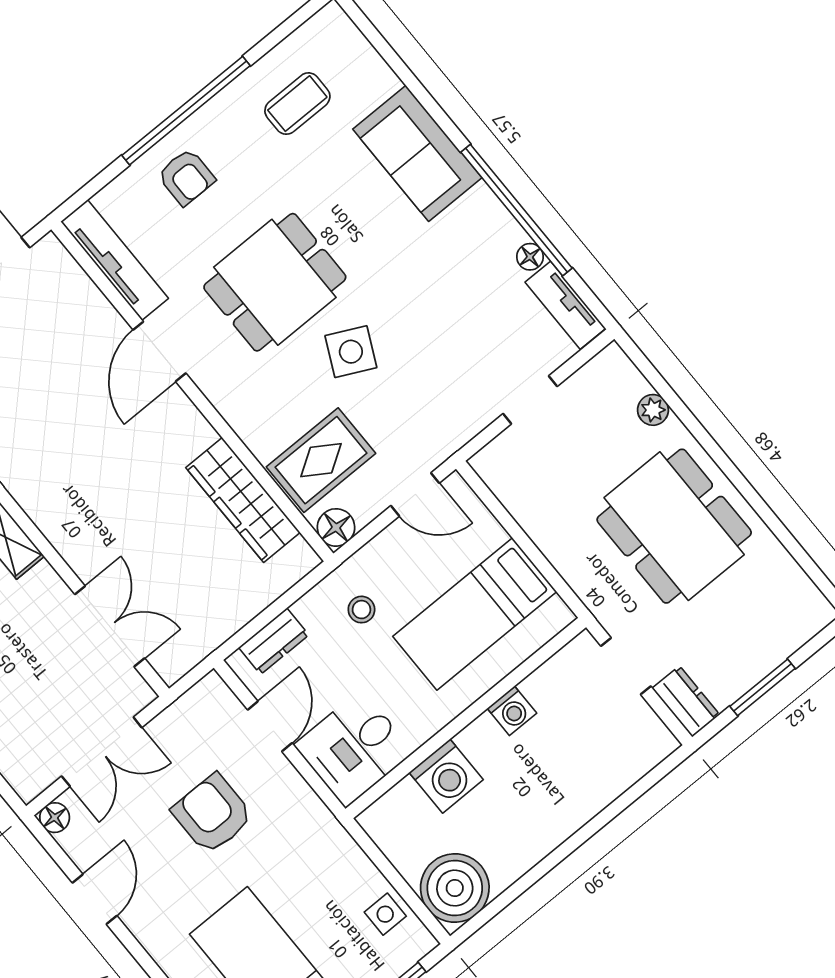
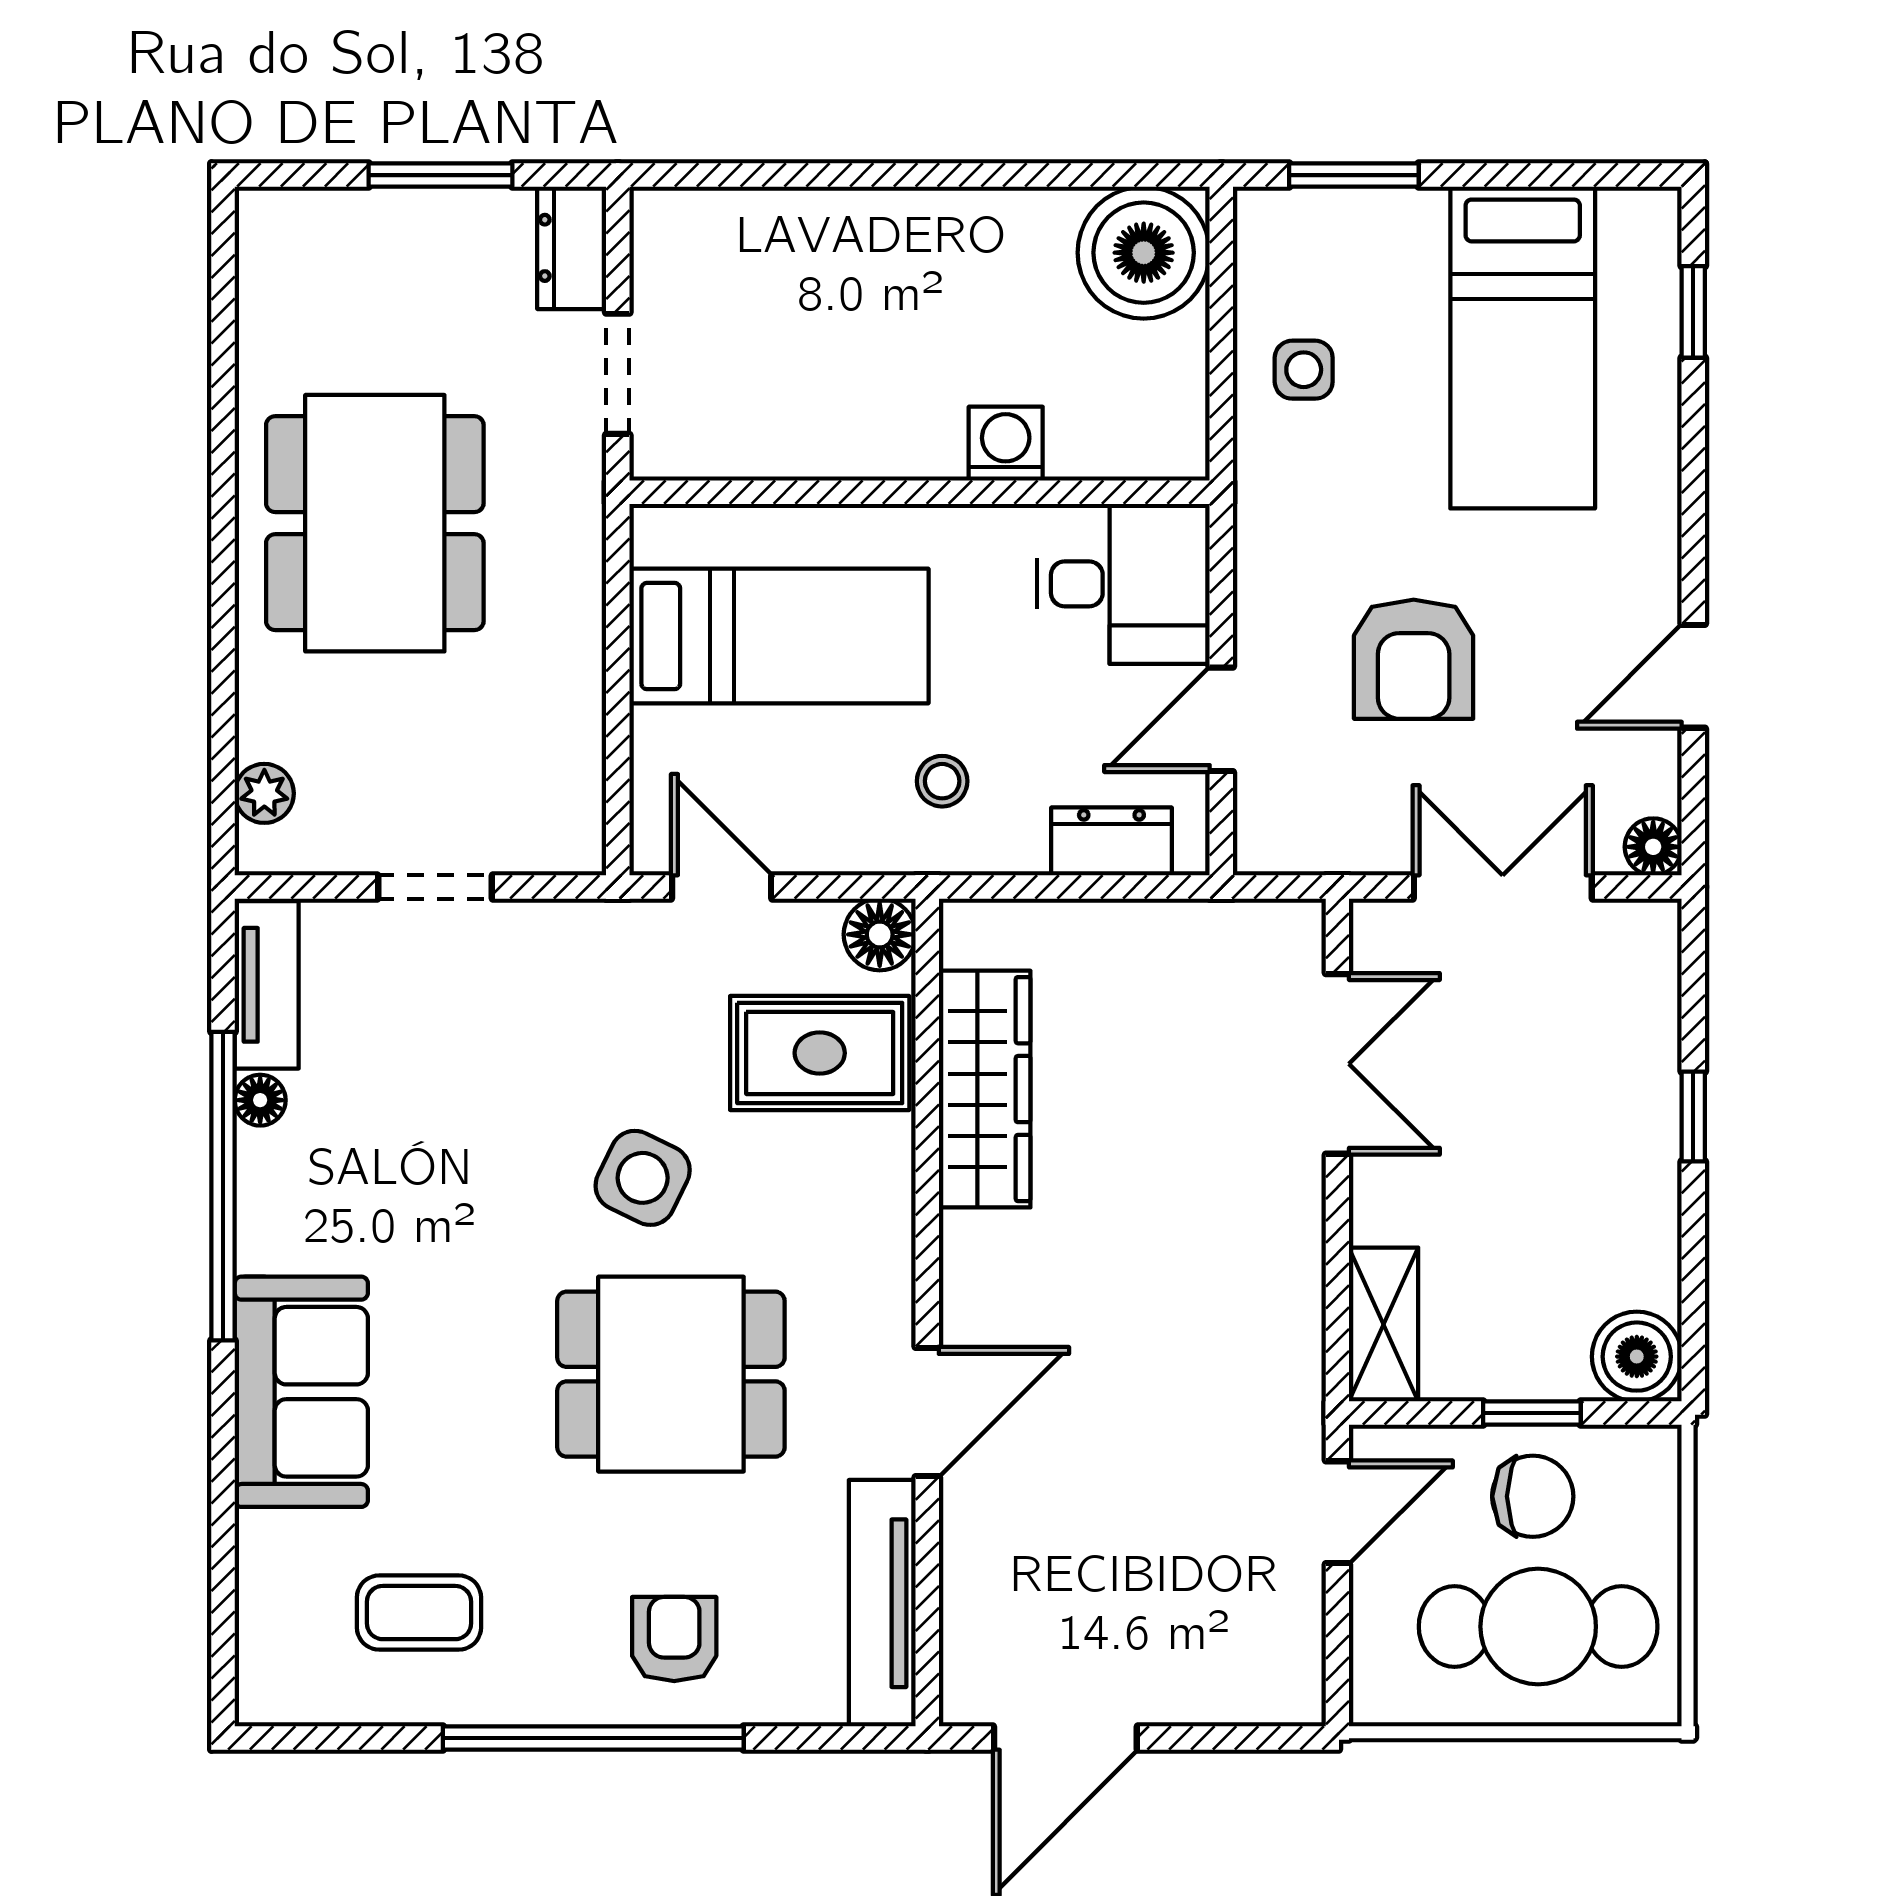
plant: (653, 410) -> (264, 793), moved
double door: (110, 626) -> (1337, 1064), swing flipped
washing machine: (512, 711) -> (842, 447), removed
washing machine: (446, 776) -> (1006, 444), width x0.73, depth x0.73
side table: (385, 914) -> (1304, 370), moved

